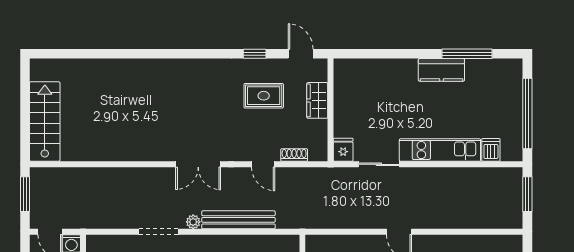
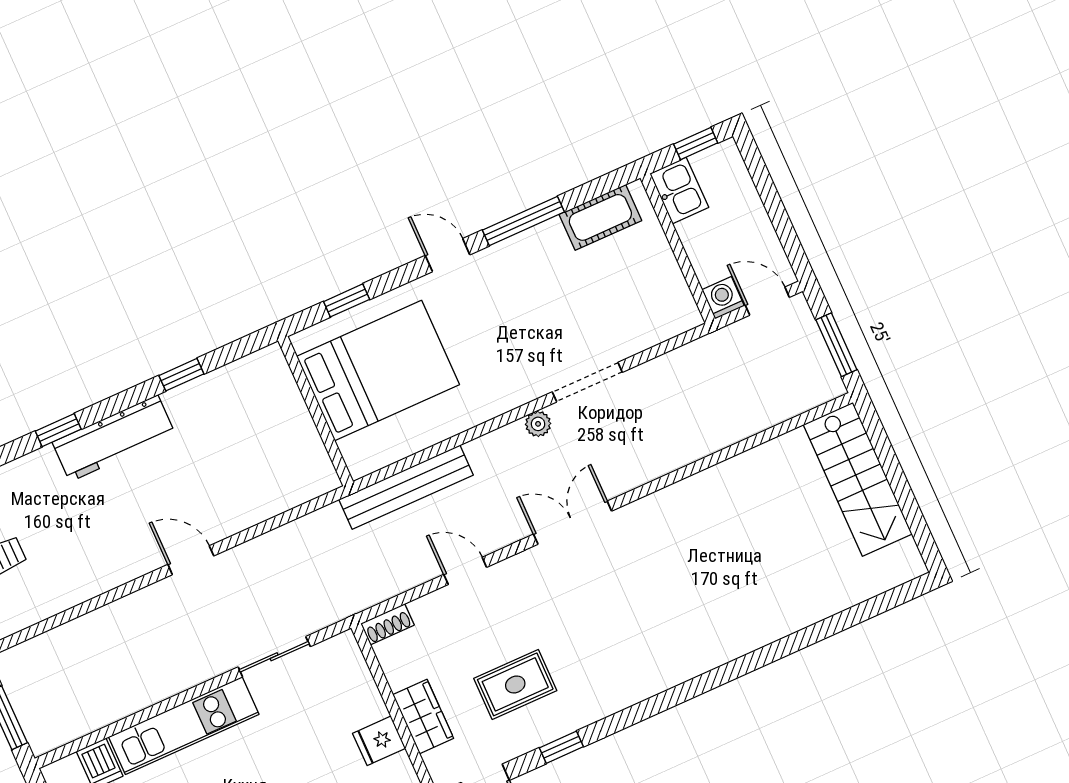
fridge: (343, 150) -> (379, 741), moved, turned 90
shoe rack: (294, 155) -> (387, 624), moved
bench: (238, 220) -> (406, 487), moved

